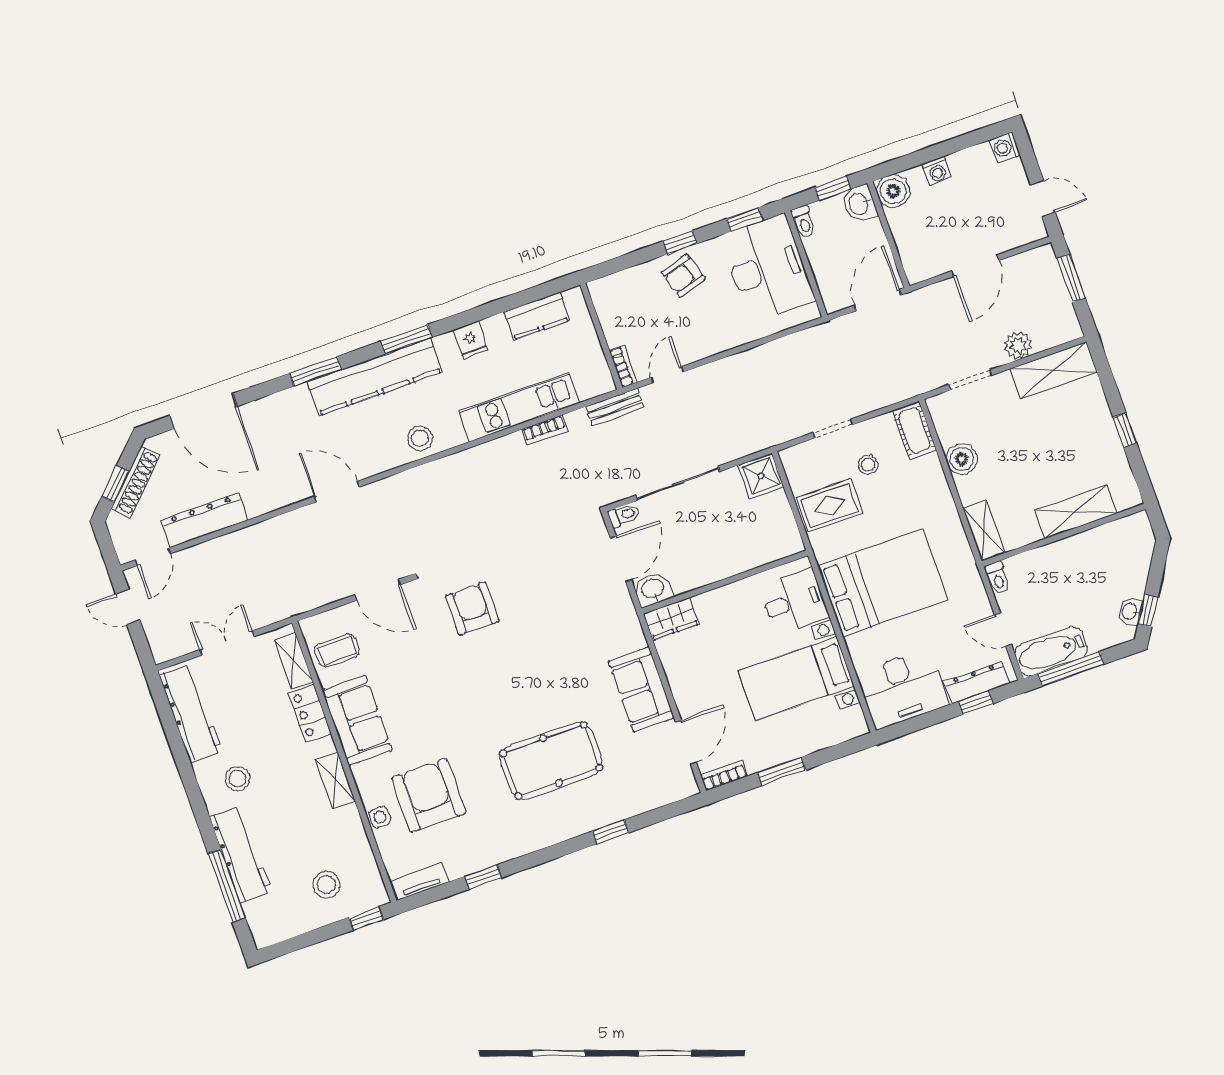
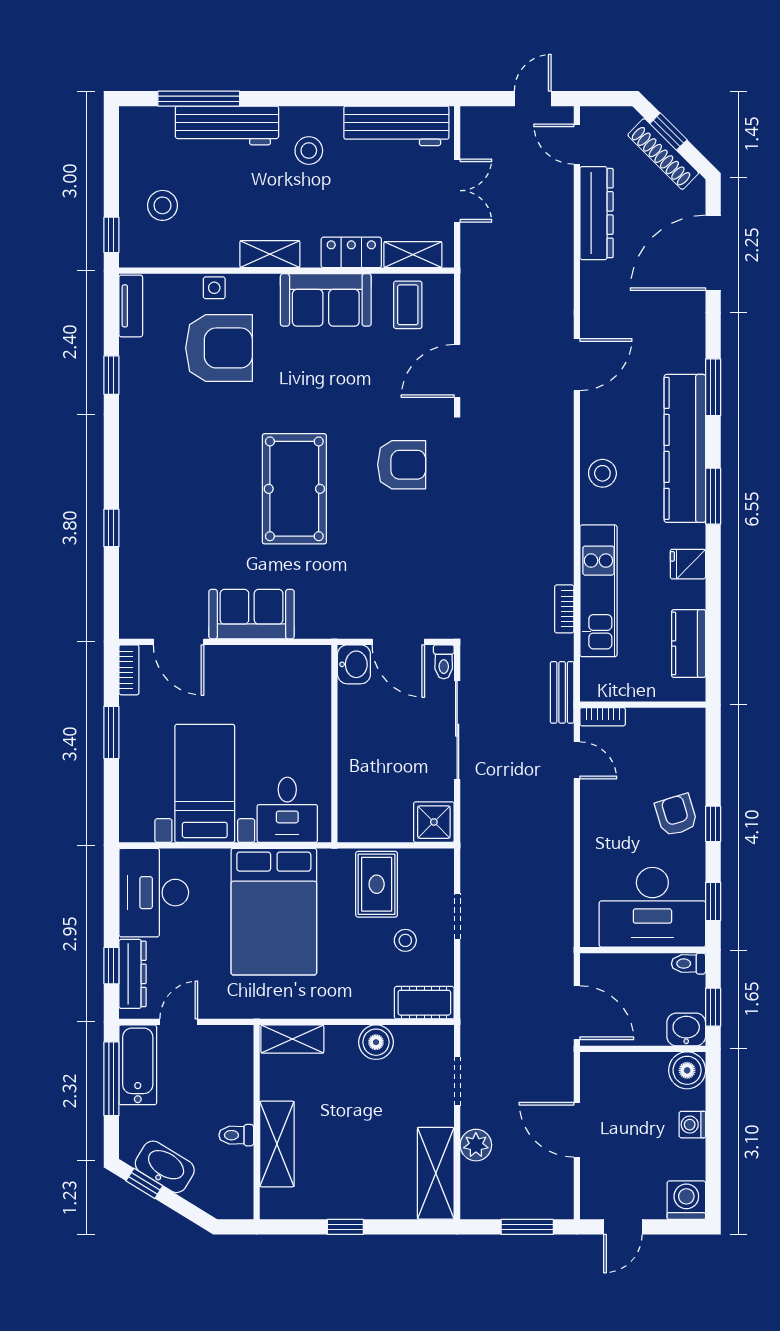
washing machine: (1005, 147) -> (686, 1200), width x1.38, depth x1.38
toilet: (997, 578) -> (236, 1135), moved
washbasin: (1130, 611) -> (165, 1167), width x1.91, depth x1.45
wardrobe: (671, 619) -> (315, 673), removed
pool table: (551, 761) -> (294, 489), moved

